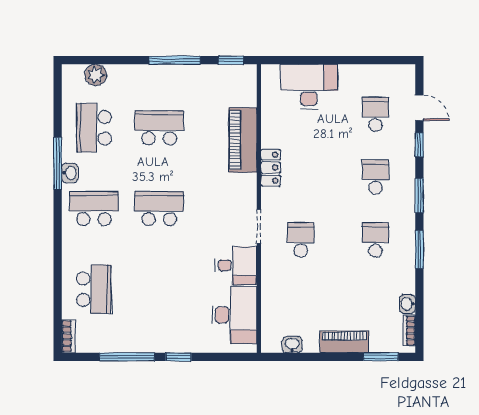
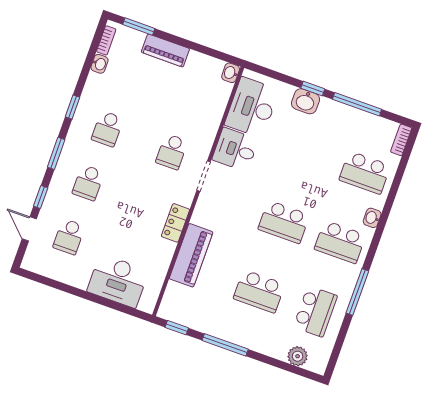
washbasin: (70, 173) -> (372, 218), moved
window: (419, 249) -> (73, 107), width x0.67
school desk: (94, 289) -> (365, 173), turned -90
washbasin: (181, 341) -> (305, 101), added
washbasin: (292, 345) -> (231, 73), moved, turned 90

